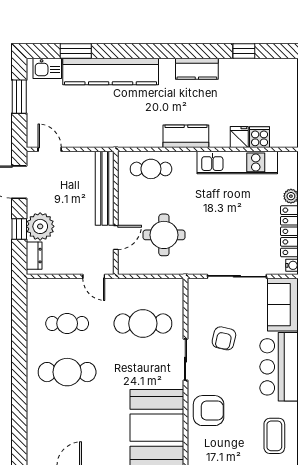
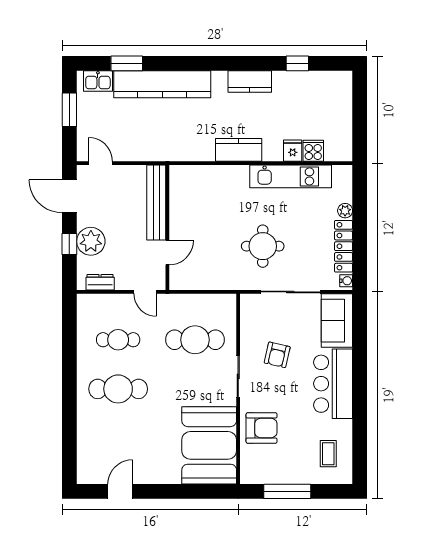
cafe table: (151, 169) -> (203, 183), removed
round table: (164, 235) -> (263, 246), moved
dresser: (34, 256) -> (100, 282), moved, turned -90
coffee table: (274, 436) -> (328, 454), width x0.73, depth x0.77

